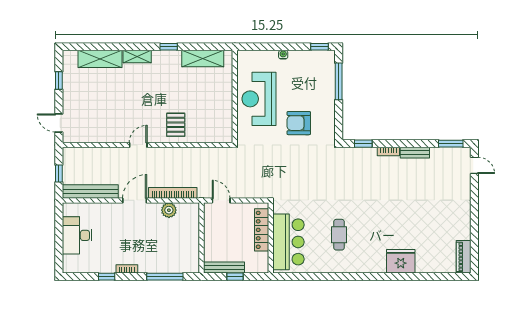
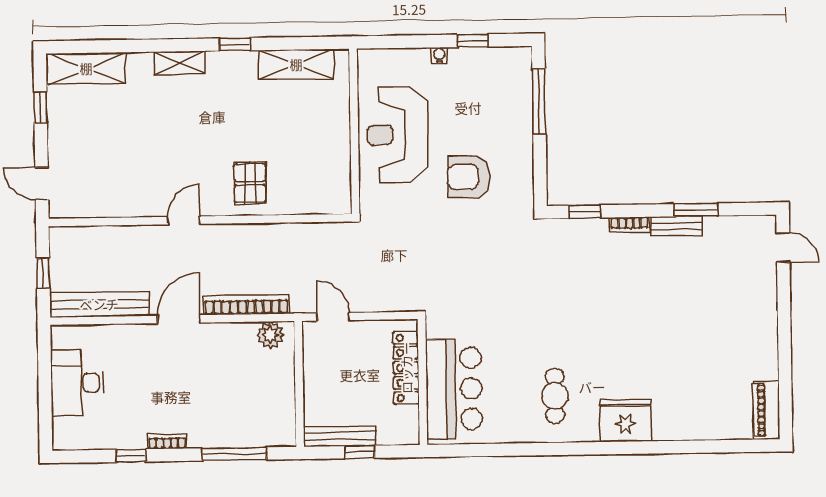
window: (320, 47) -> (473, 41), moved
shelving: (100, 59) -> (86, 68), moved
window: (451, 144) -> (696, 210), moved
plant: (169, 210) -> (270, 335), moved
cafe table: (339, 235) -> (555, 396), moved
fridge: (401, 261) -> (625, 420), moved

